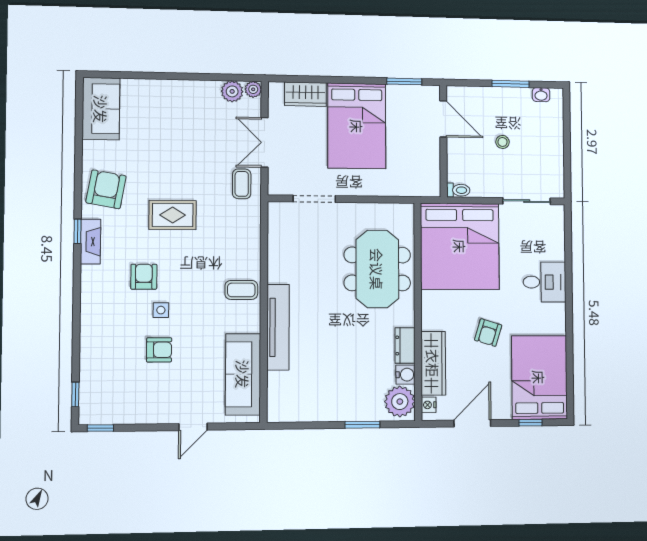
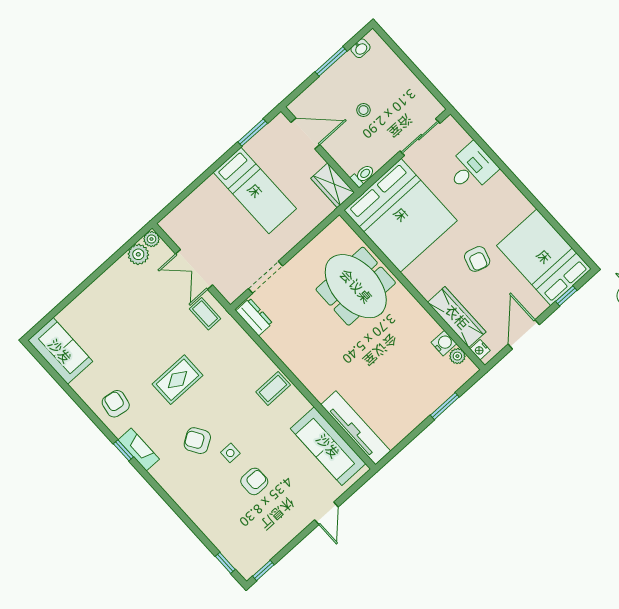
wardrobe: (305, 94) -> (333, 185), moved, turned 90
bed: (357, 126) -> (255, 191), width x0.67
armchair: (106, 189) -> (116, 404), width x0.72, depth x0.72
armchair: (144, 277) -> (197, 441), turned -32
desk: (545, 282) -> (471, 168), moved
tv unit: (278, 327) -> (356, 428), moved
dresser: (405, 345) -> (254, 317), moved, turned 180
plant: (400, 402) -> (457, 356), width x0.53, depth x0.53

